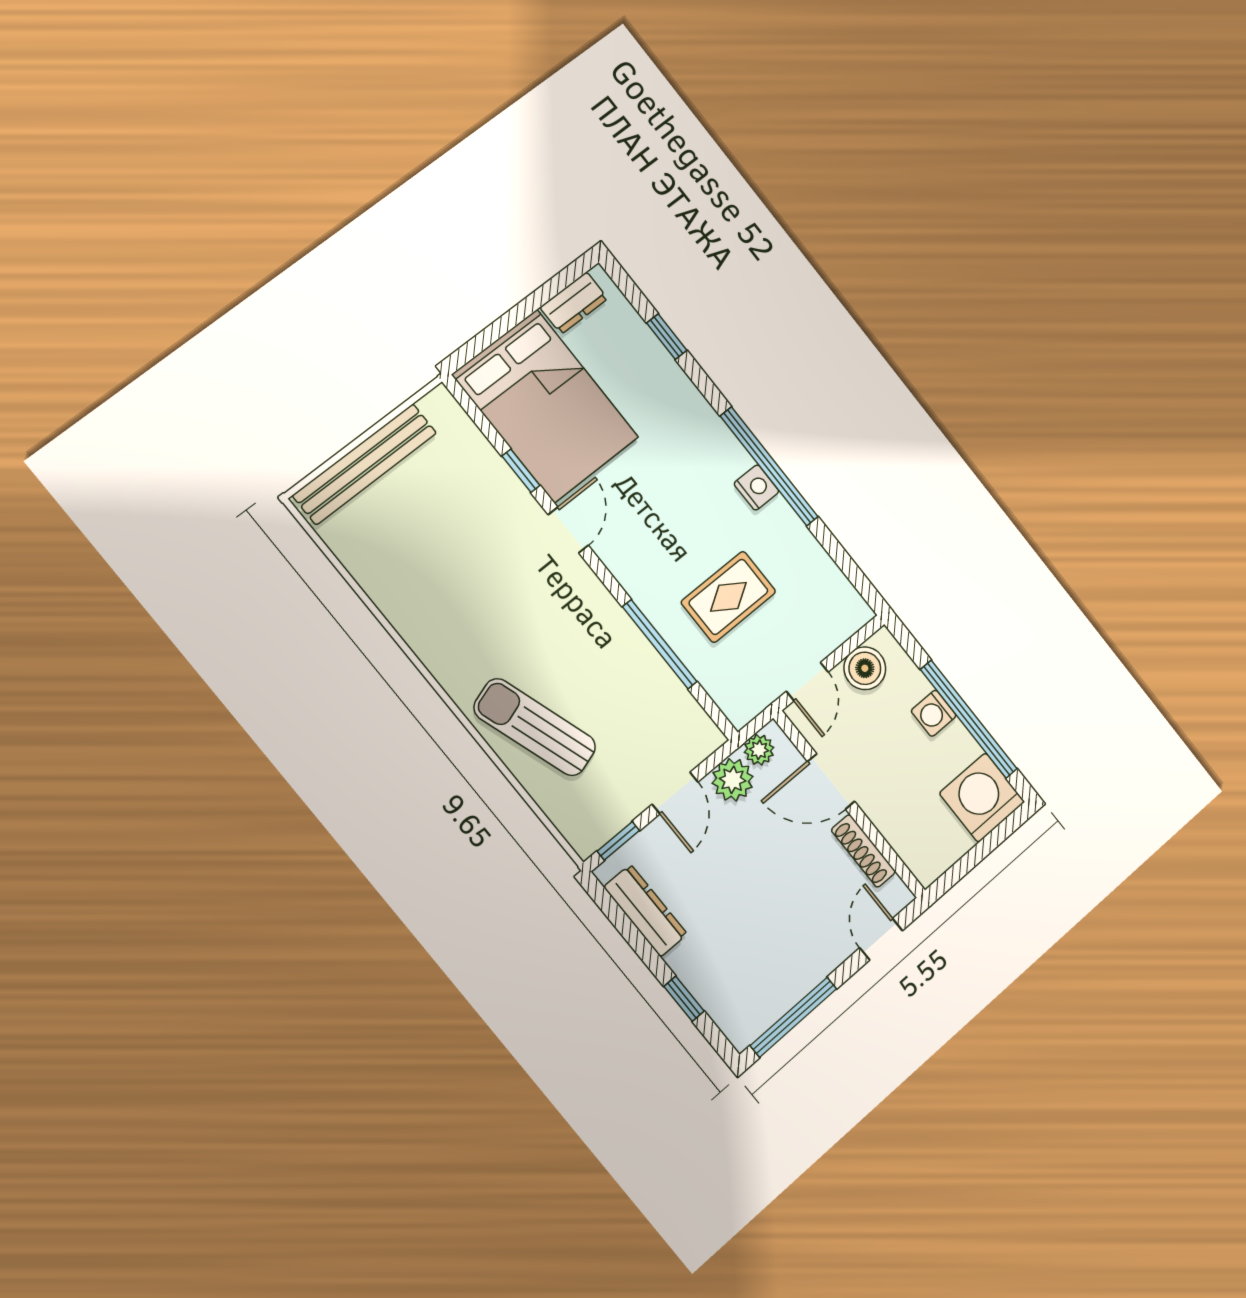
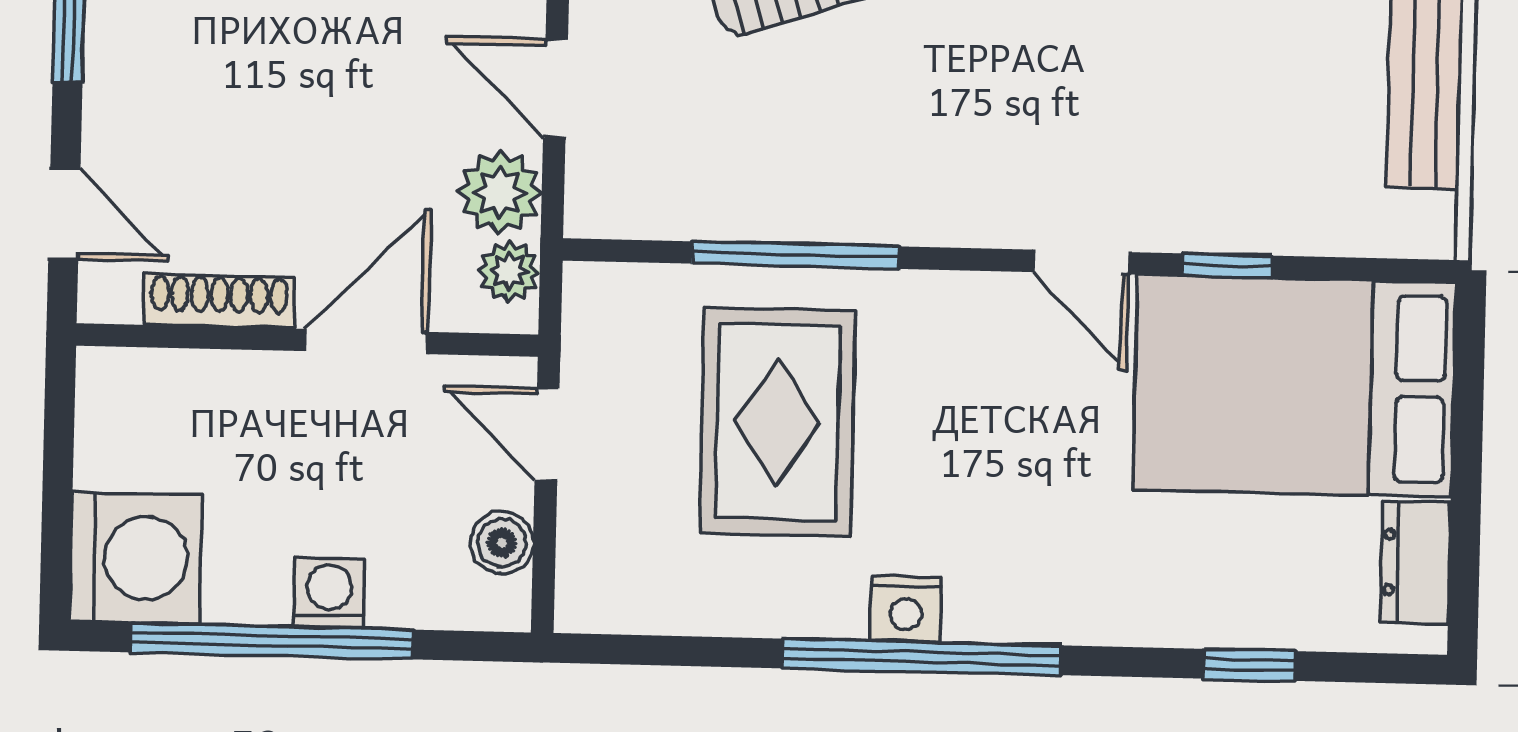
rug: (728, 597) -> (777, 422), width x1.36, depth x1.43
boiler: (865, 668) -> (502, 543), width x0.73, depth x0.73

